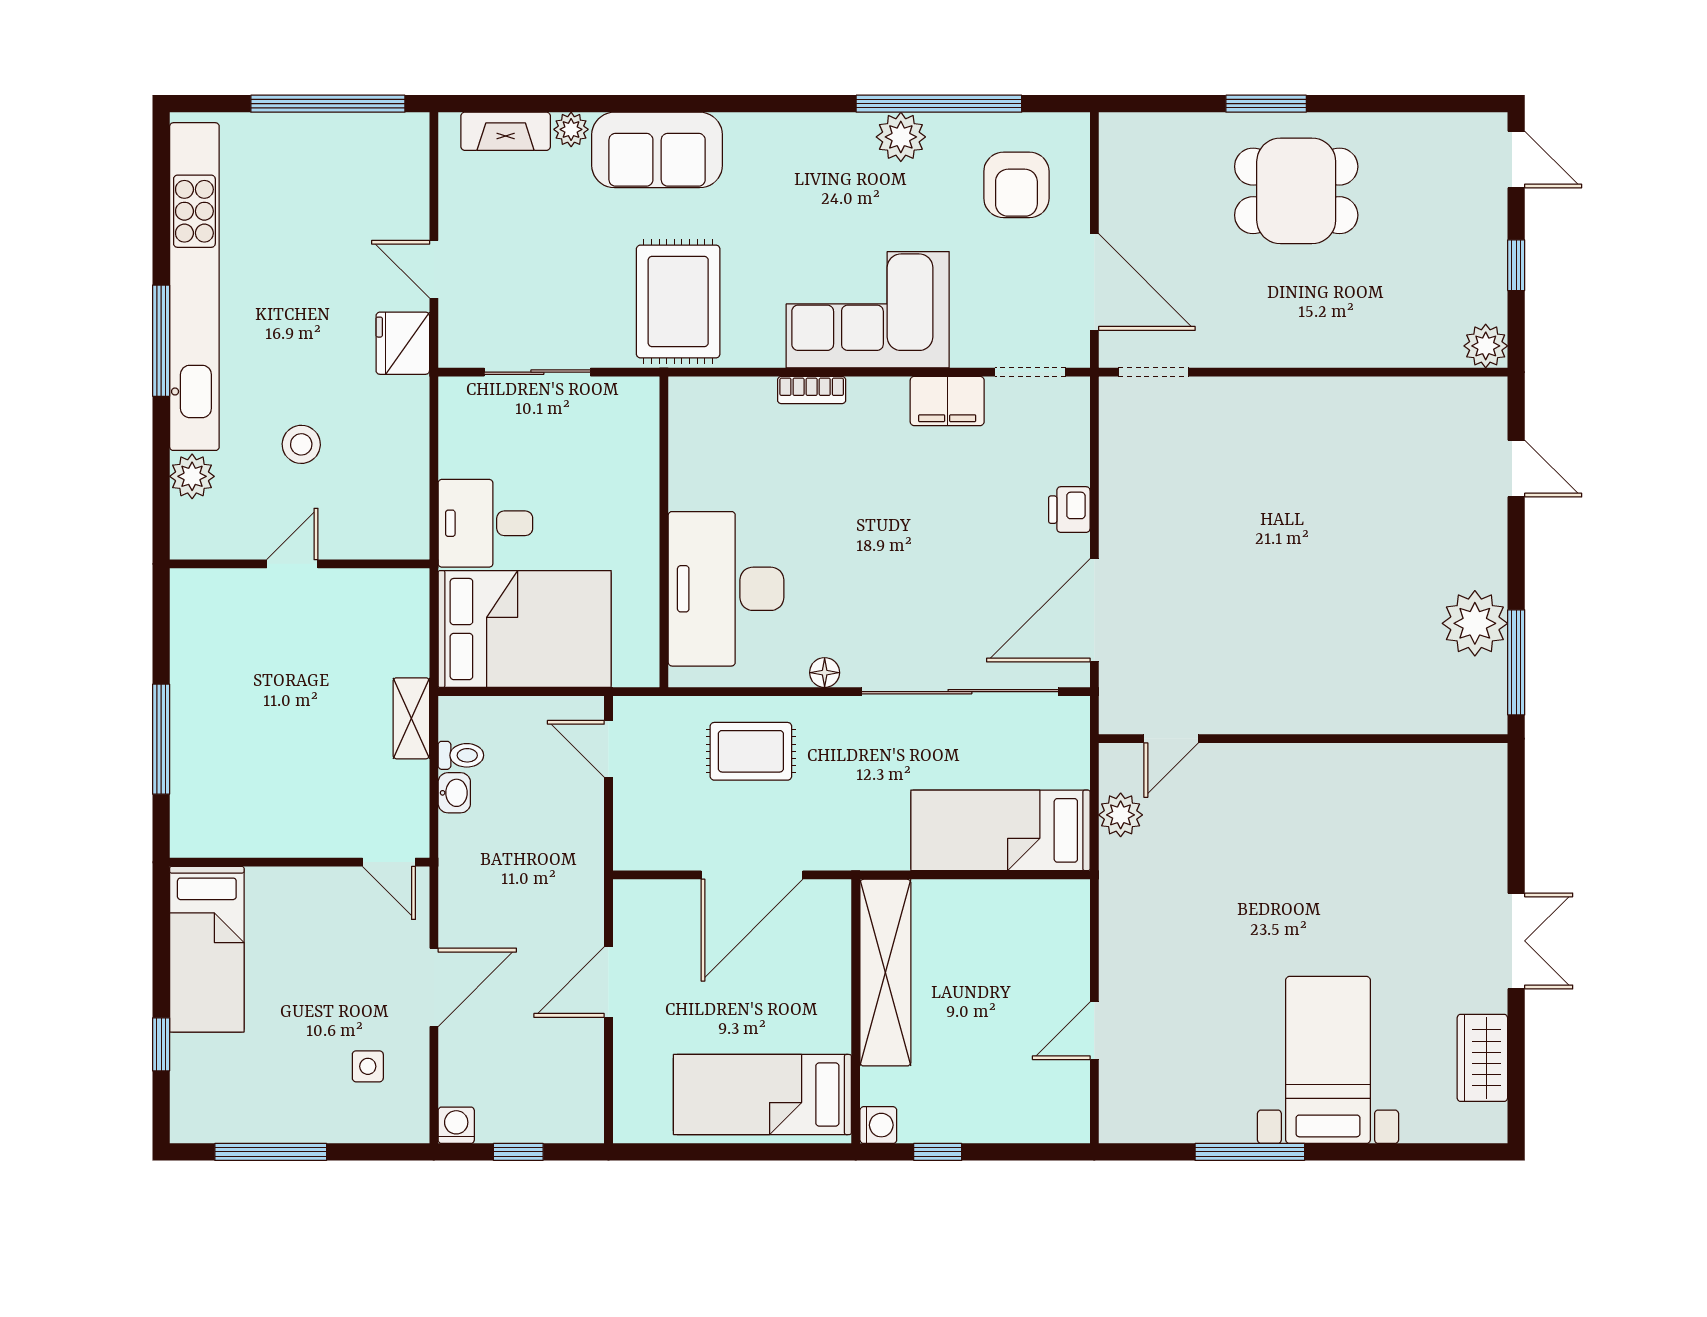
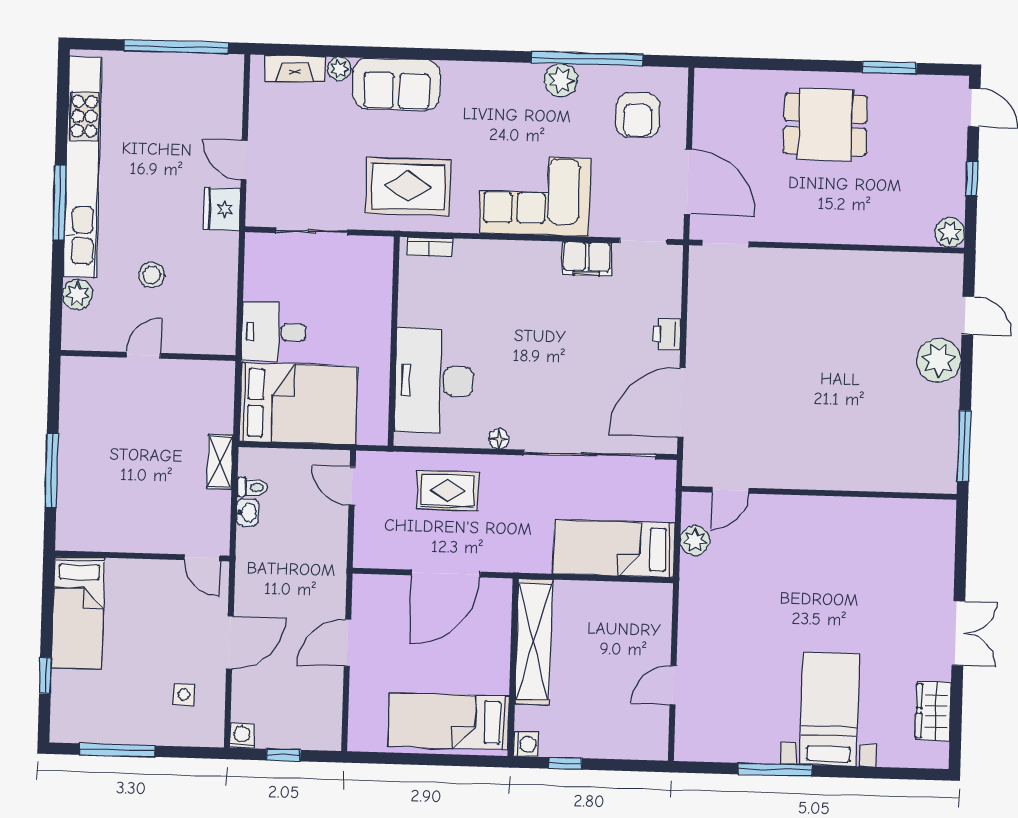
window: (1266, 104) -> (889, 68), moved
rug: (678, 302) -> (408, 187), turned 90
bookcase: (812, 390) -> (429, 247), moved
plant: (1475, 623) -> (939, 360), moved

